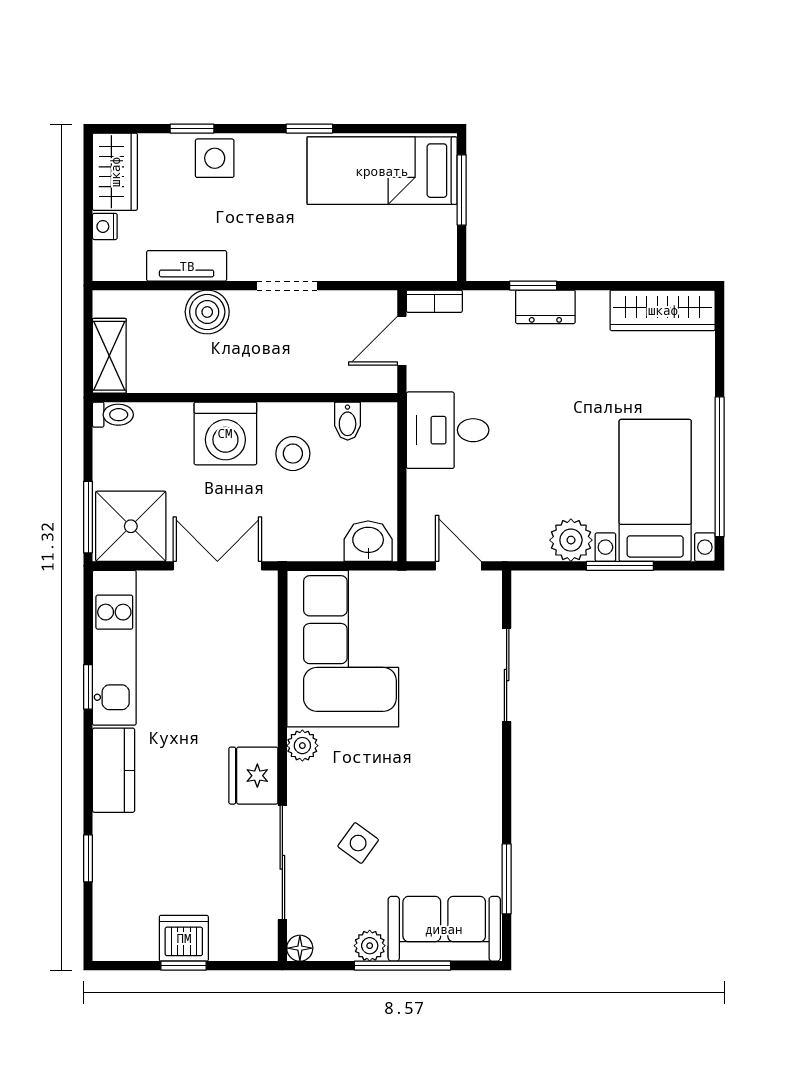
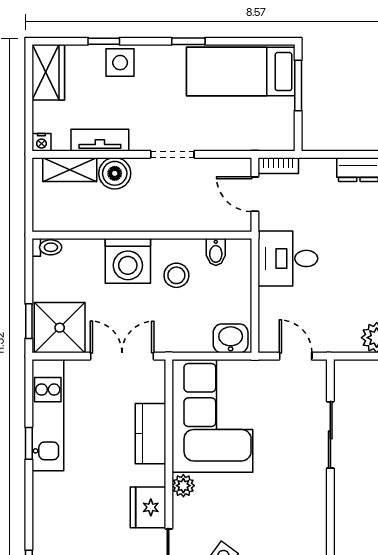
nightstand: (105, 226) -> (41, 142), moved, turned -90
window: (533, 286) -> (349, 154), removed
door: (402, 341) -> (255, 194), hinge flipped
shelving: (109, 356) -> (70, 170), moved, turned 90
window: (88, 517) -> (29, 321), width x0.67
kitchen counter: (114, 770) -> (150, 434), moved, turned 180

